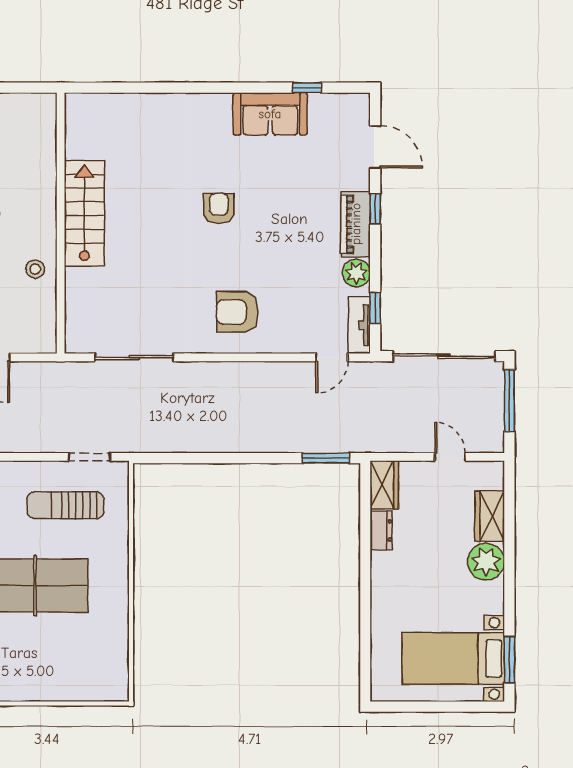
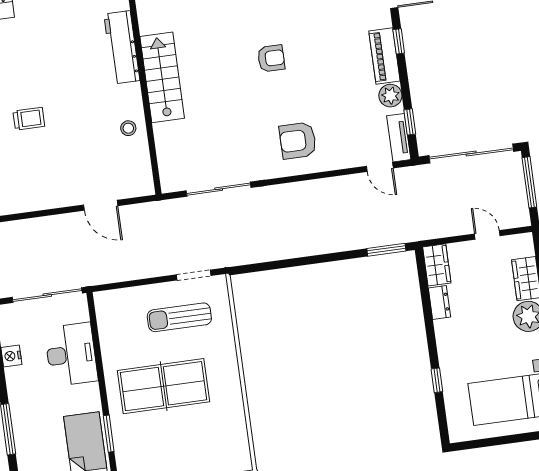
workbench: (41, 171) -> (122, 47), added
armchair: (219, 209) -> (271, 58), turned 90
door: (332, 357) -> (380, 167), hinge flipped
window: (365, 624) -> (437, 380), added

